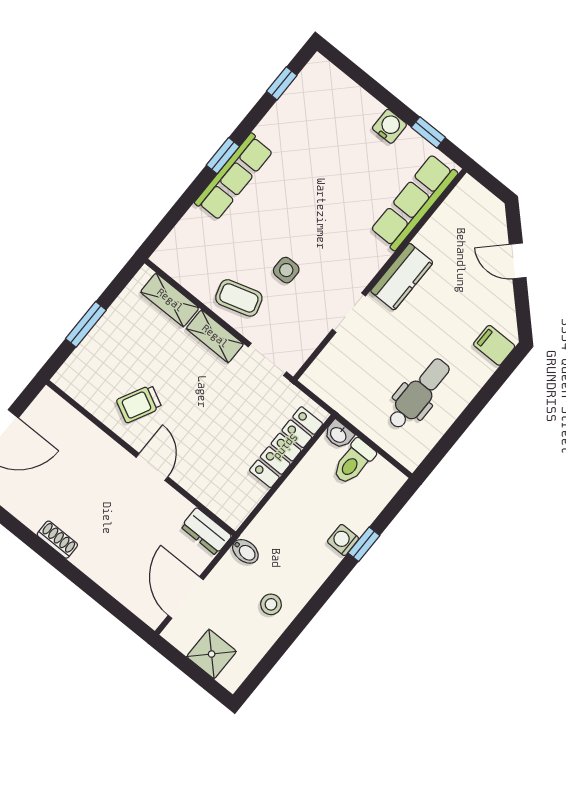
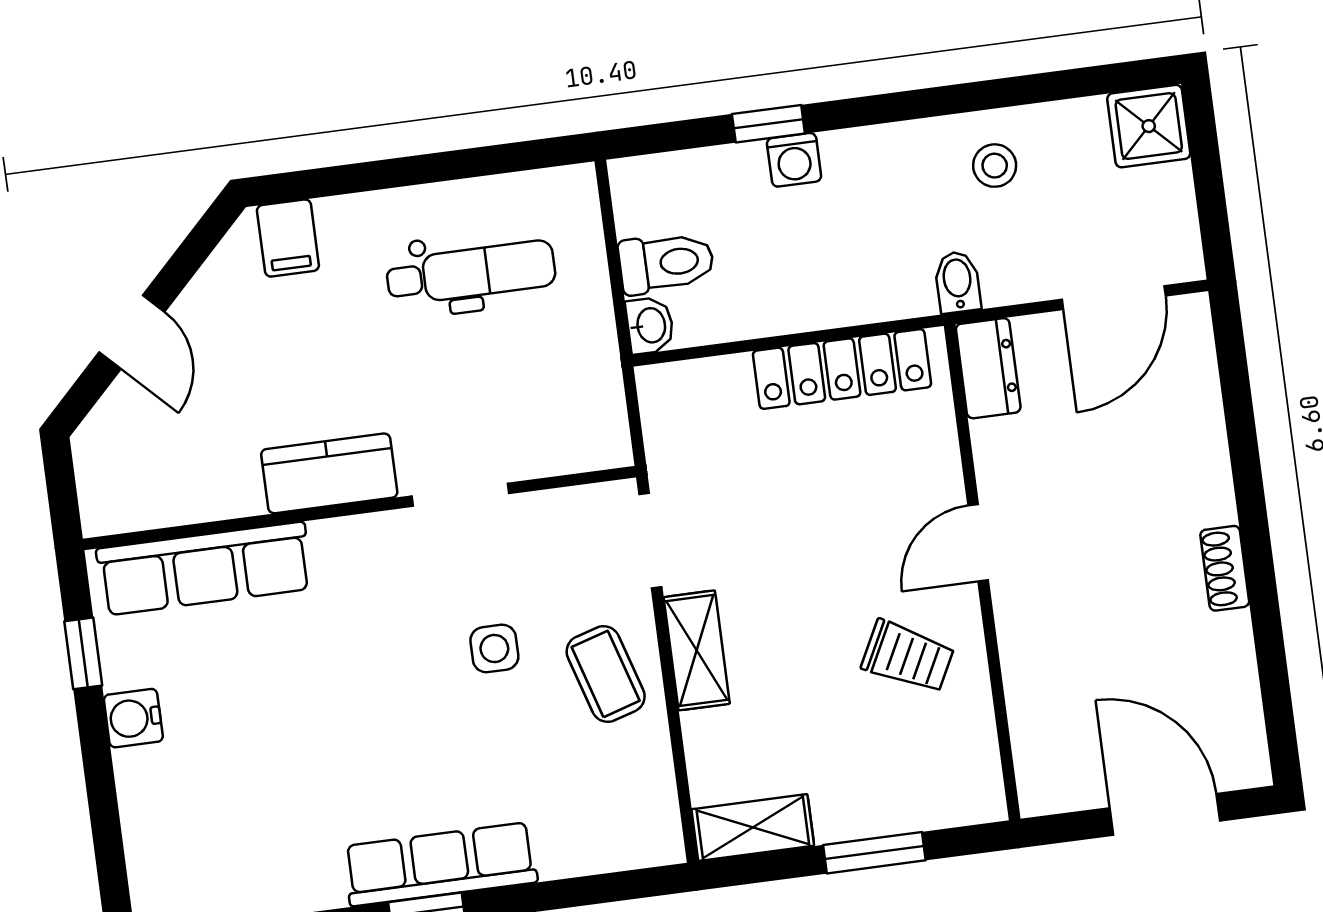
shelving: (170, 300) -> (753, 828), moved, turned 90
dental chair: (419, 394) -> (471, 273), turned 180
locker: (286, 447) -> (842, 369), moved
shower: (212, 654) -> (1149, 126), moved

